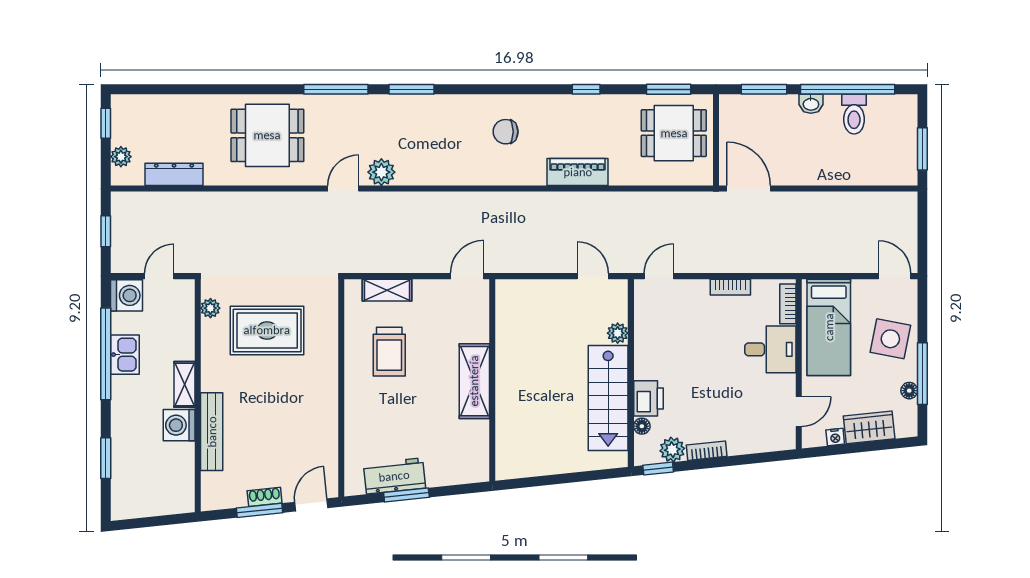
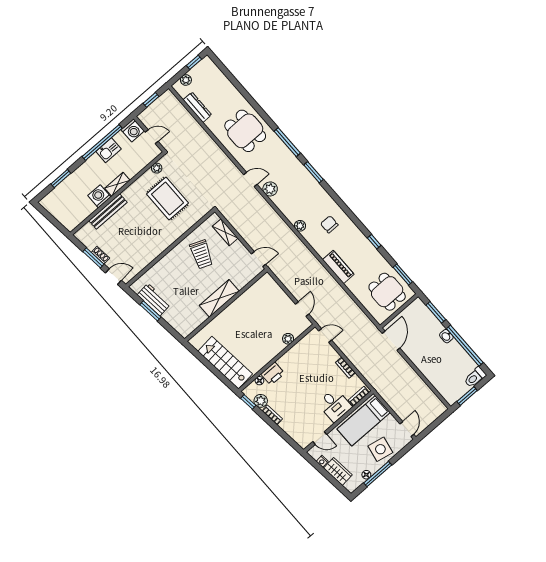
toilet: (854, 114) -> (475, 377), moved
plant: (471, 175) -> (300, 226), added
trolley: (389, 352) -> (201, 254), turned -68
stairs: (608, 398) -> (225, 363), moved, turned 84

